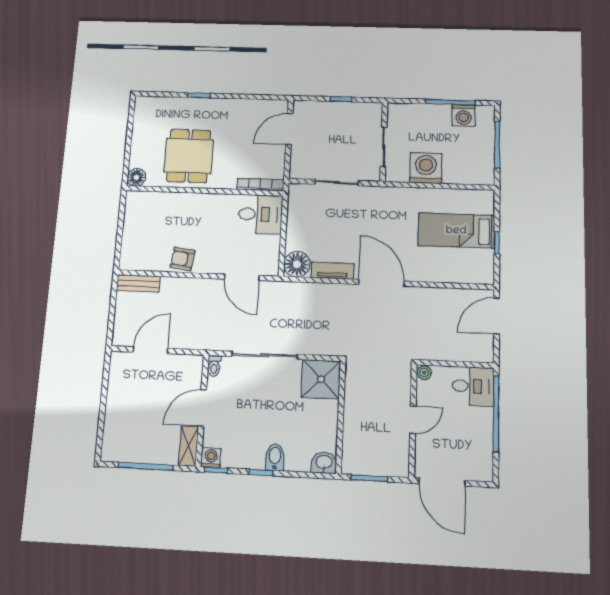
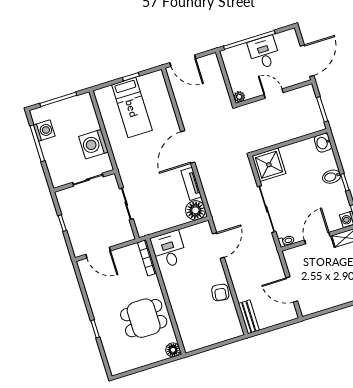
desk: (473, 386) -> (264, 52), moved
door: (202, 408) -> (317, 238), swing flipped

